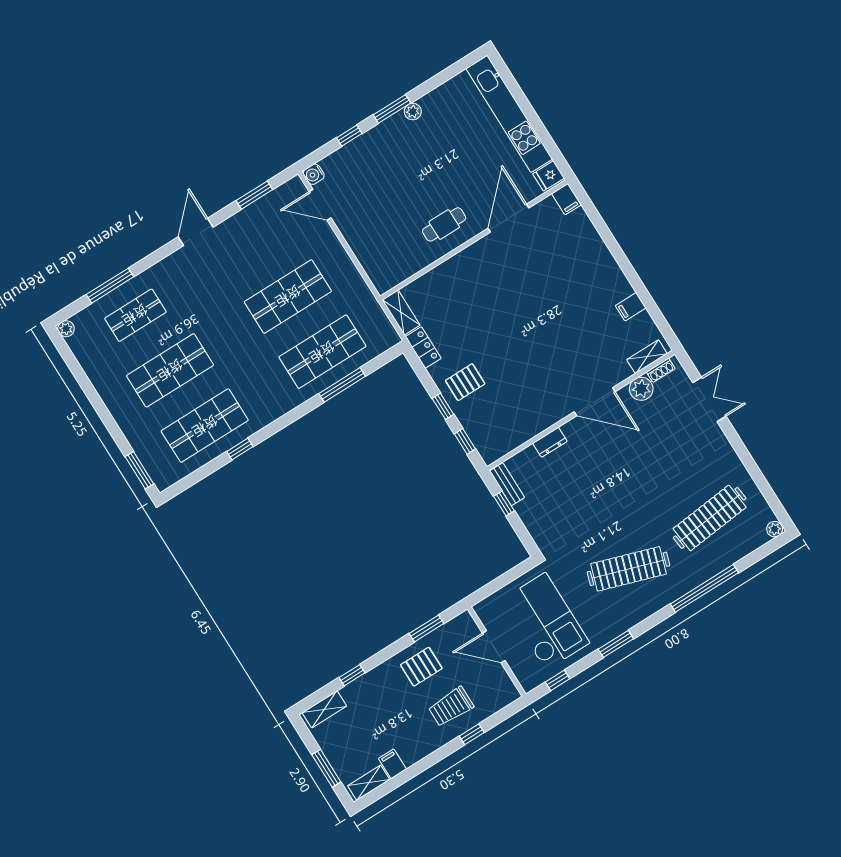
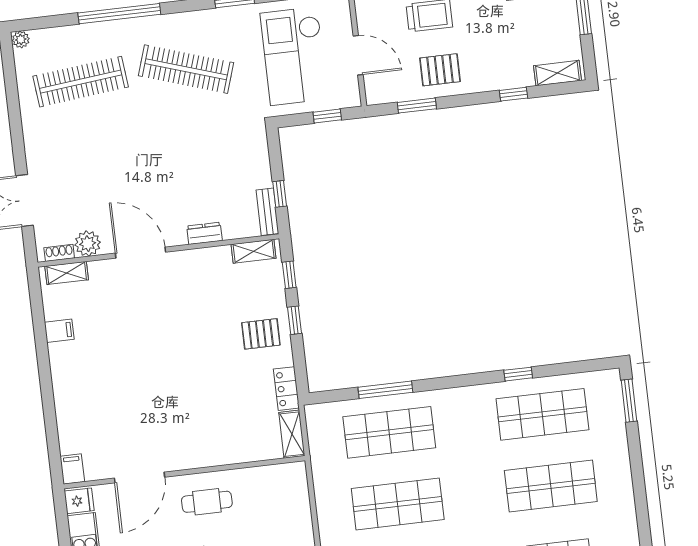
shelving: (503, 447) -> (254, 251), added
window: (495, 585) -> (327, 116), added

